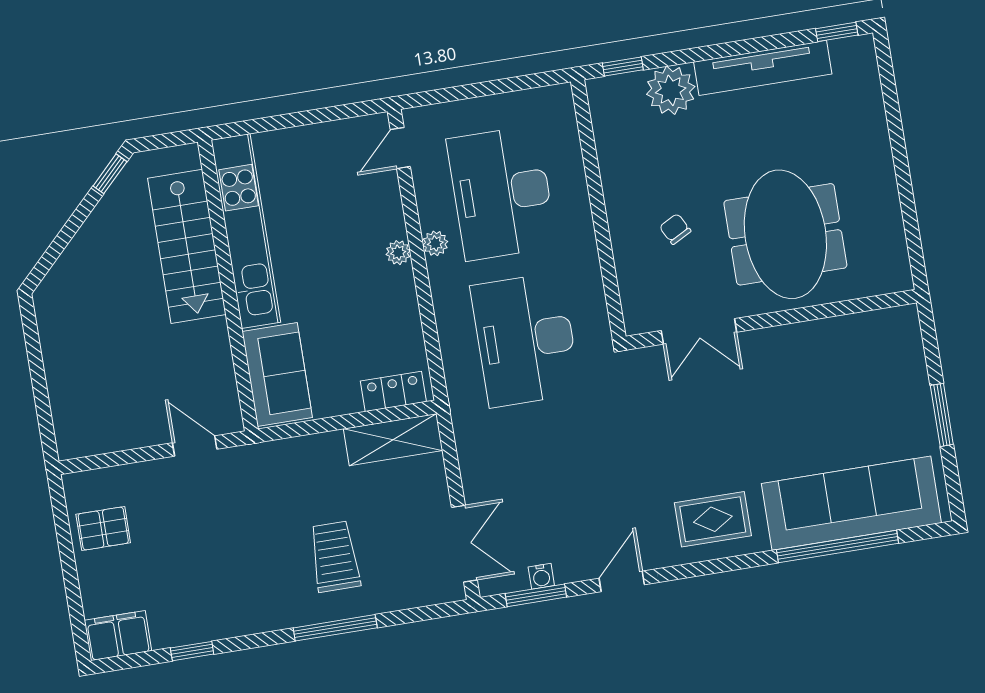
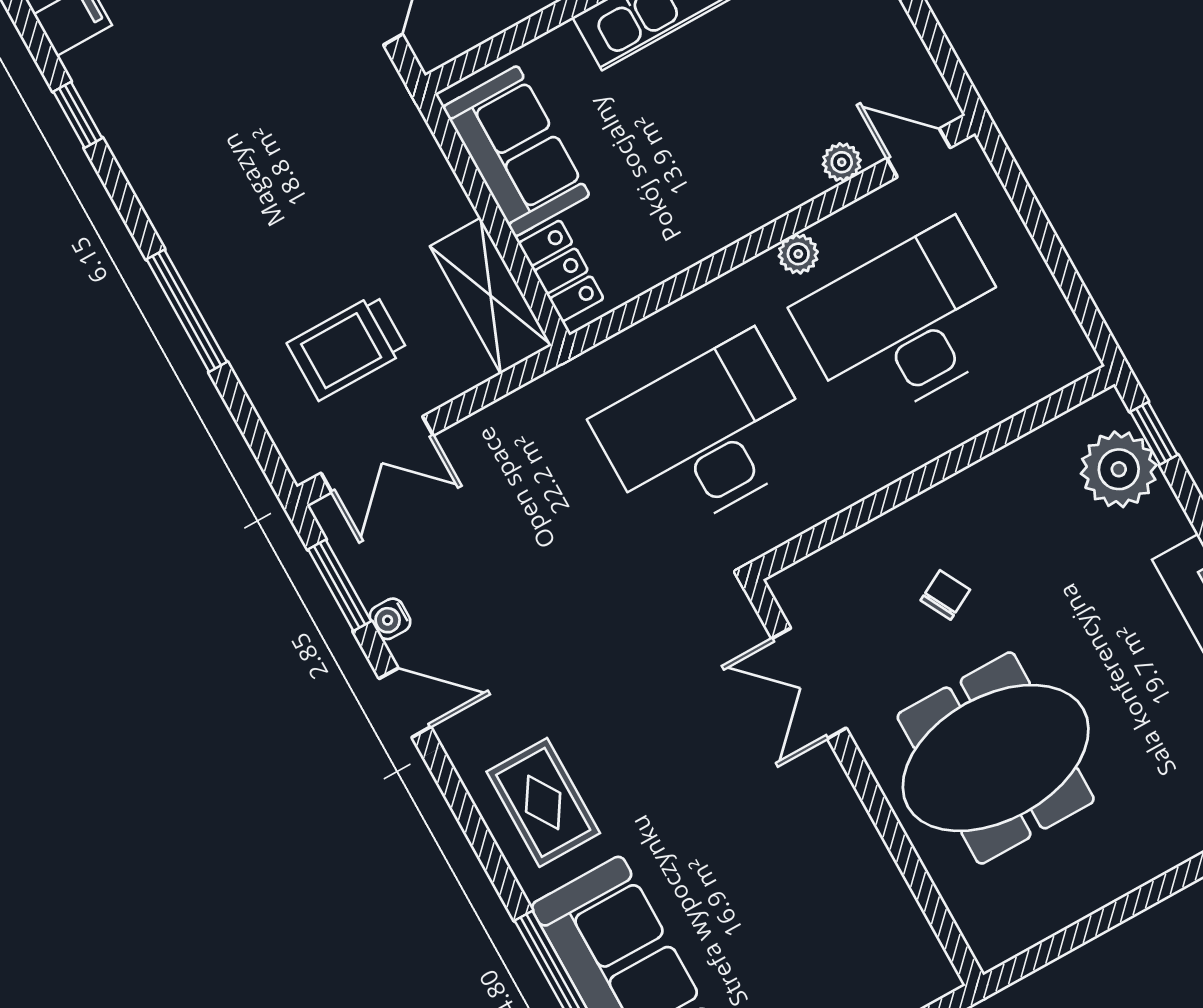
plant: (671, 90) -> (1119, 469), moved
plant: (398, 253) -> (842, 162), moved
sofa: (277, 374) -> (516, 151), moved, turned -90
trolley: (335, 557) -> (347, 347), moved, turned 180
water cooler: (541, 576) -> (390, 619), moved

